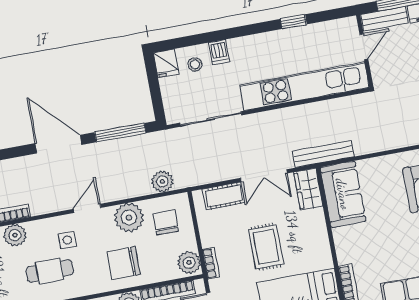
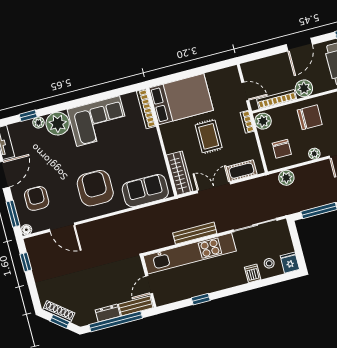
bench: (323, 154) -> (195, 233), moved
wardrobe: (308, 189) -> (180, 173), width x1.50
sofa: (343, 194) -> (145, 191), moved, turned 90
plant: (129, 218) -> (314, 154), width x0.53, depth x0.53

